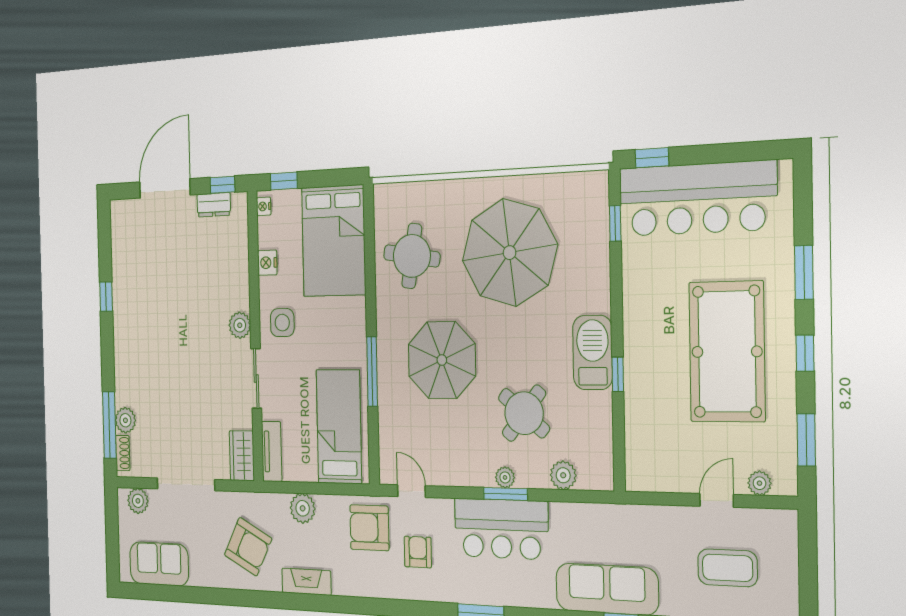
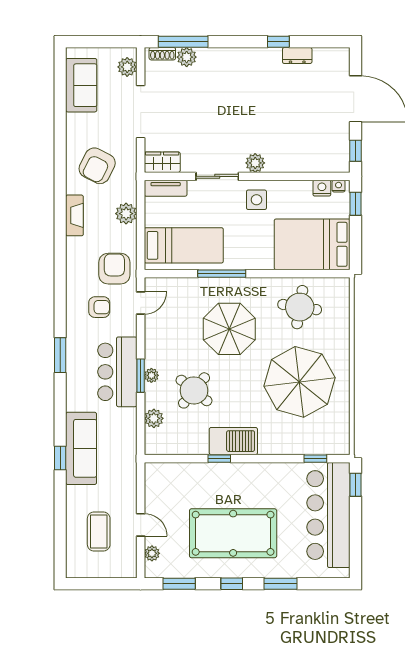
dresser: (214, 205) -> (297, 56), moved, turned -90
nightstand: (267, 263) -> (322, 188), moved

